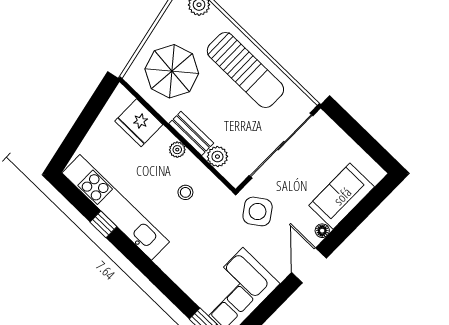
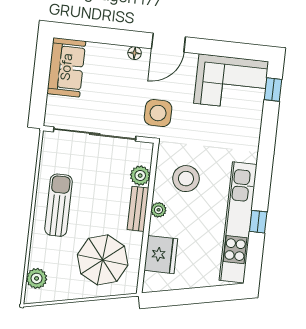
sun lounger: (245, 70) -> (59, 205), width x0.73, depth x0.75
stool: (185, 192) -> (186, 179), width x1.89, depth x1.89
sofa: (342, 196) -> (66, 67), moved, turned -90
side table: (258, 211) -> (158, 113), turned 35

